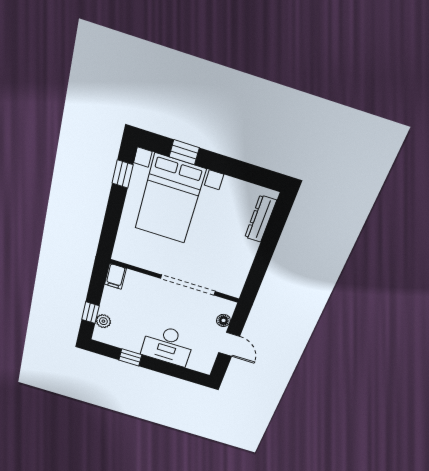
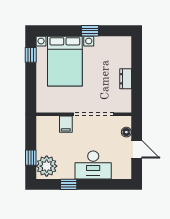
window: (184, 152) -> (90, 31), moved
dresser: (261, 219) -> (126, 79), moved, width x0.70
filing cabinet: (115, 276) -> (66, 124), moved
plant: (103, 321) -> (47, 166), width x1.88, depth x1.88

